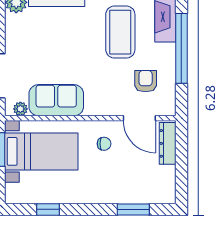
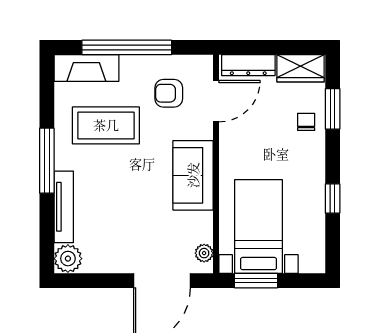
sofa: (56, 100) -> (193, 175), moved
chair: (104, 144) -> (306, 122), moved
wardrobe: (165, 184) -> (301, 68), added
window: (48, 209) -> (333, 198), moved

